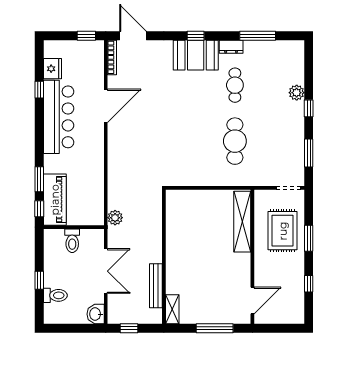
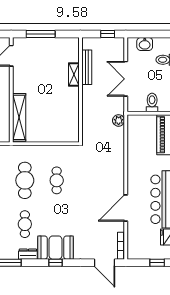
window: (86, 36) -> (157, 263), moved
cafe table: (194, 141) -> (57, 180), added
shelving: (172, 309) -> (74, 74), moved
washbasin: (96, 314) -> (145, 44), moved, turned 90

